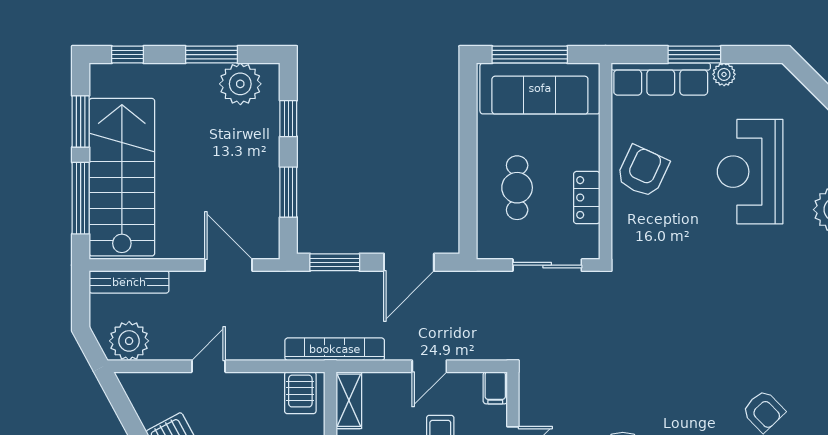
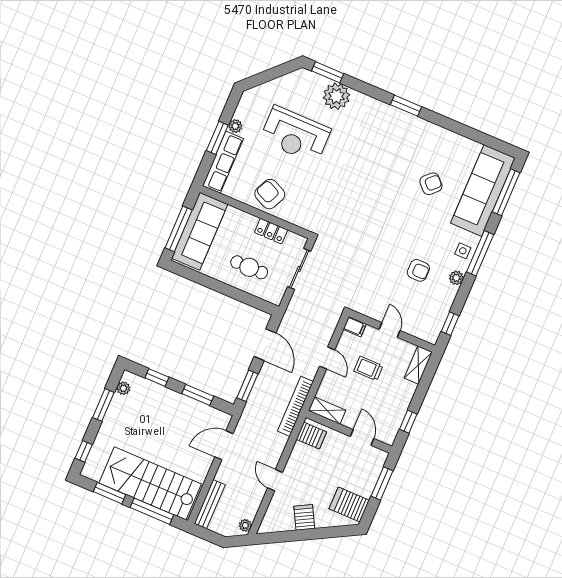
plant: (240, 84) -> (123, 388), width x0.53, depth x0.53
plant: (129, 341) -> (245, 525), width x0.53, depth x0.53

